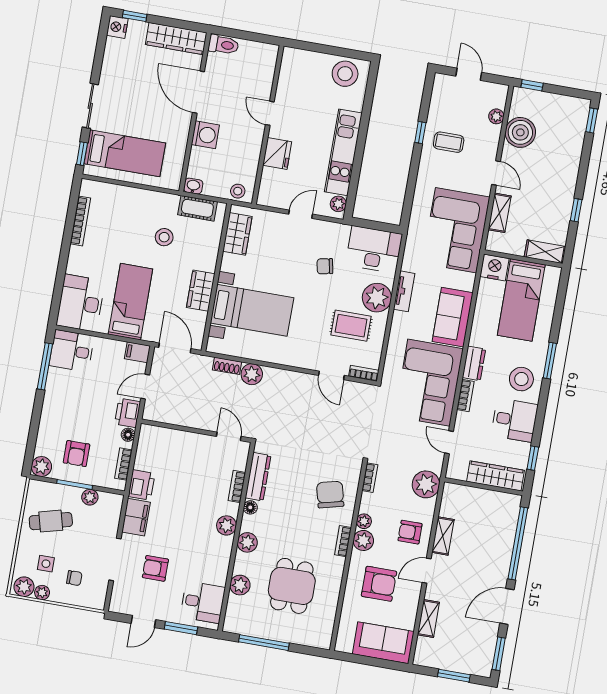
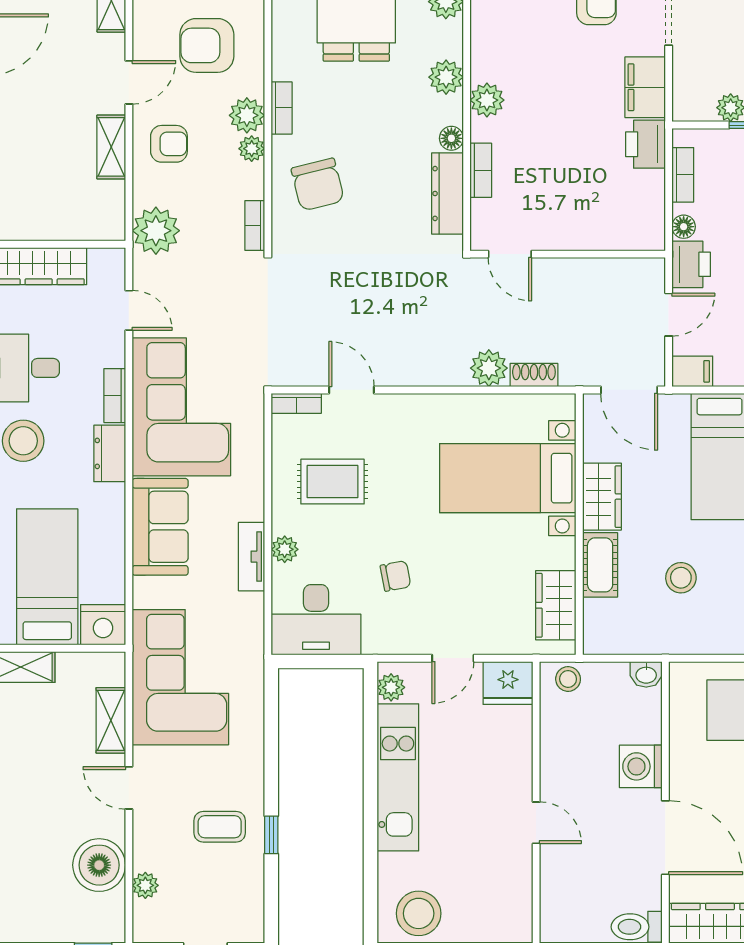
fridge: (277, 154) -> (508, 683), moved, turned -90
cot: (197, 208) -> (600, 565), moved, turned 90
plant: (377, 298) -> (285, 549), width x0.53, depth x0.53

